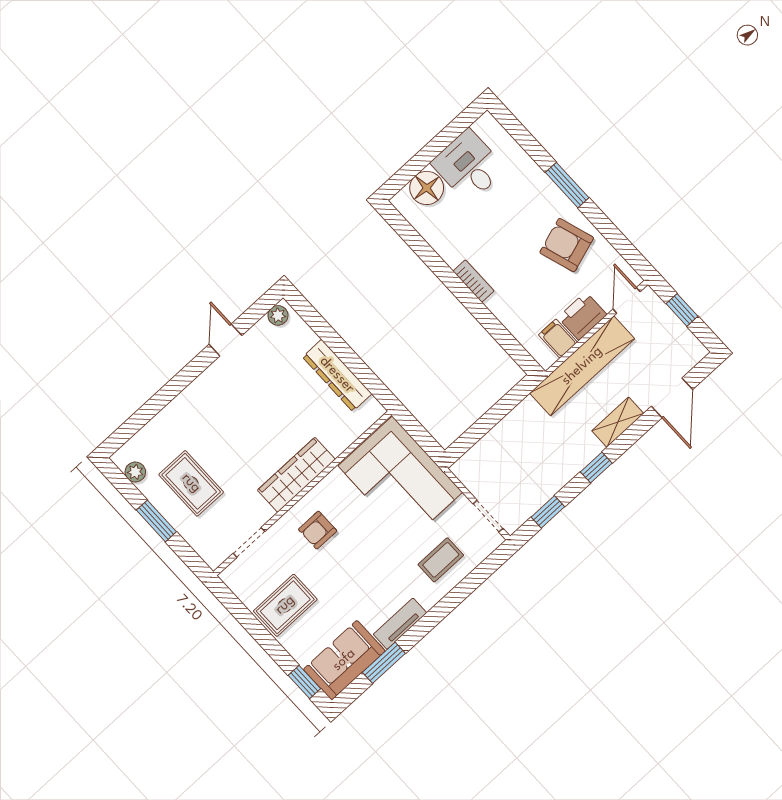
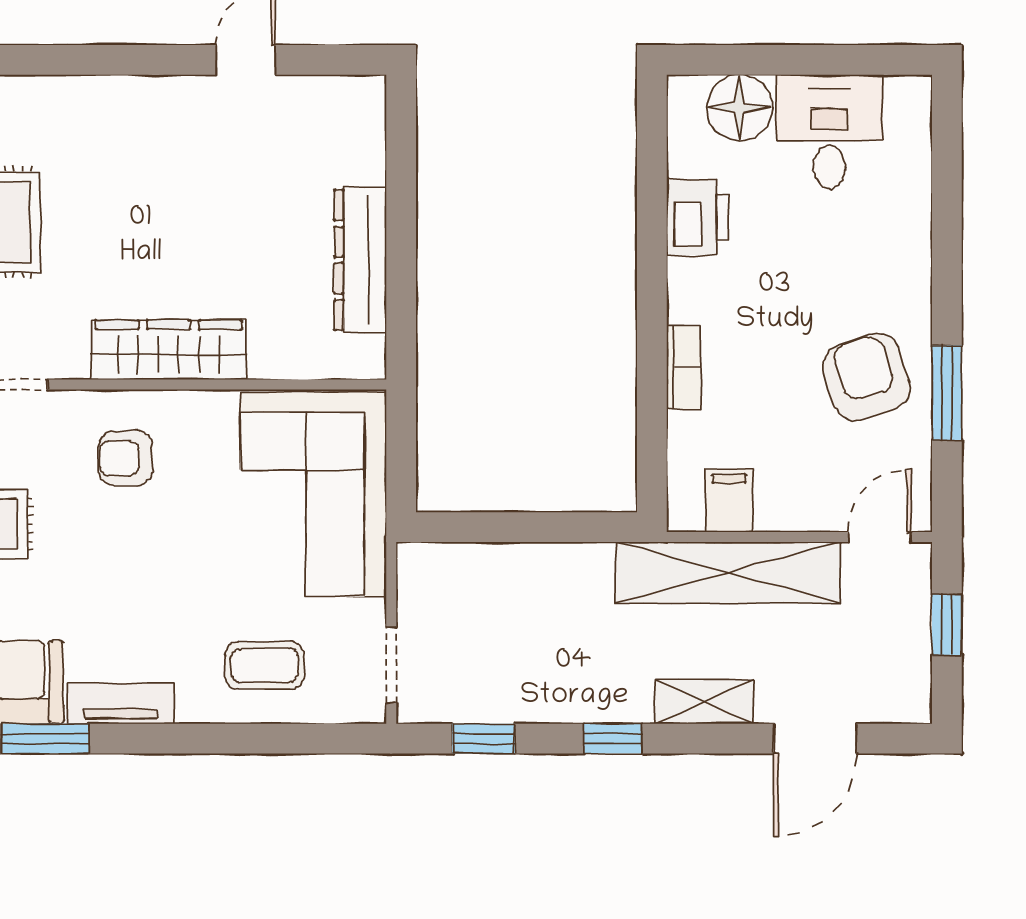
window: (567, 185) -> (947, 393), moved
bookcase: (474, 281) -> (683, 367), moved
plant: (278, 315) -> (354, 94), removed
printer: (582, 316) -> (698, 217), moved, turned 90

